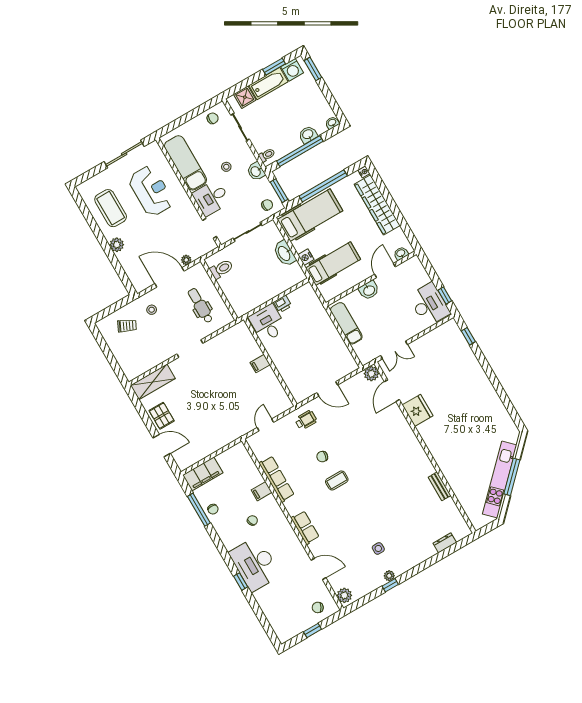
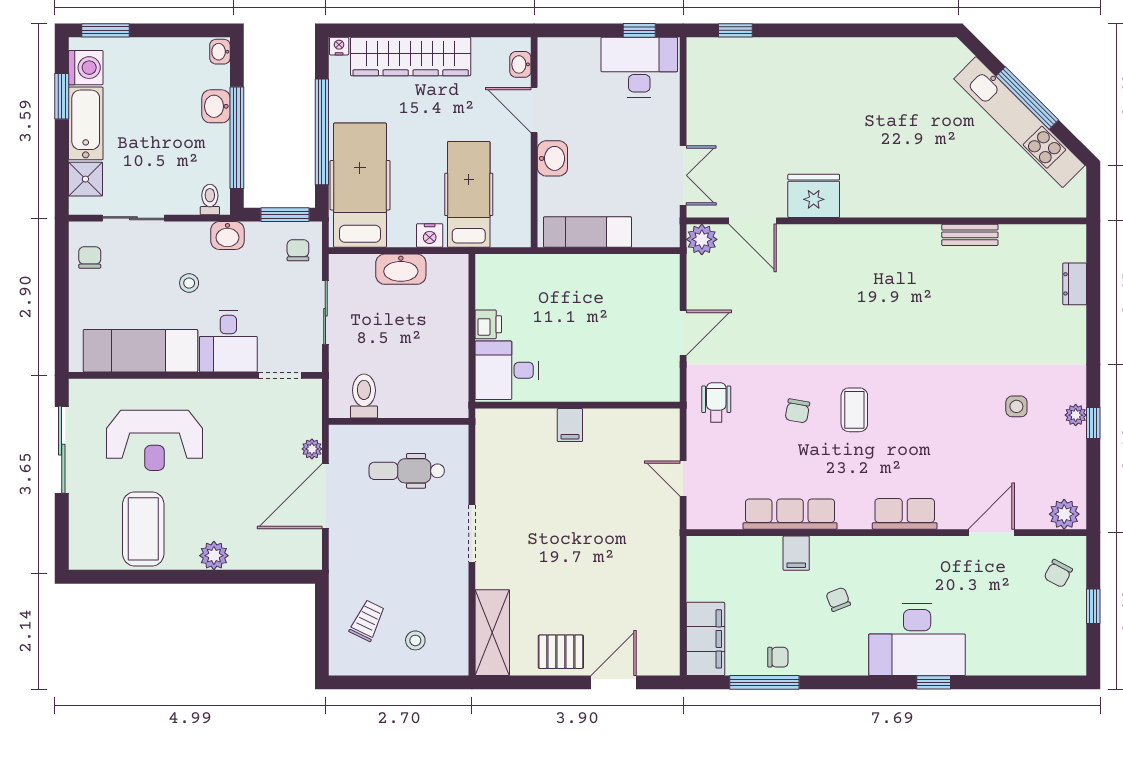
reception desk: (151, 191) -> (154, 440), turned 180
coffee table: (111, 208) -> (143, 529), turned 90
stool: (152, 310) -> (415, 640), moved

